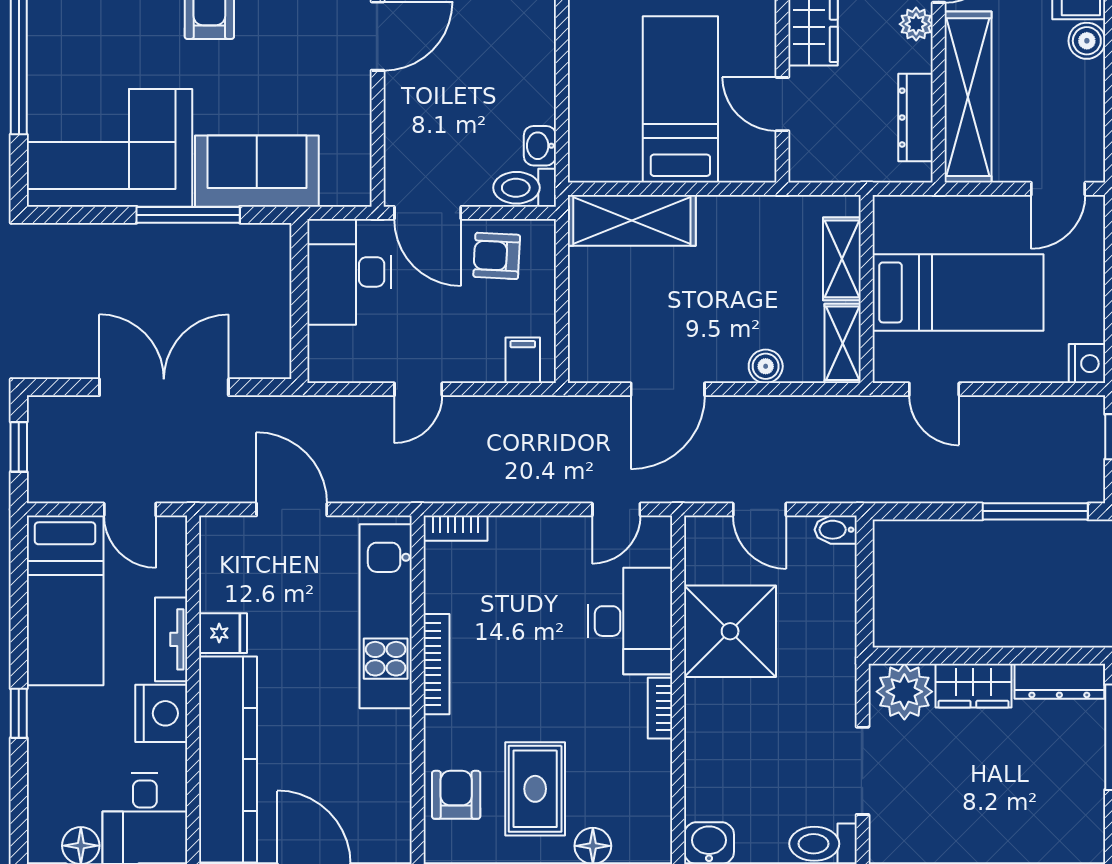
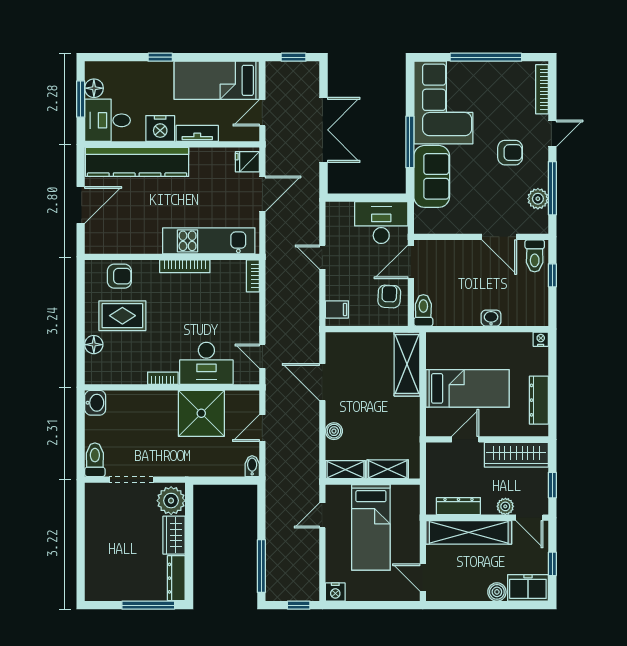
washbasin: (540, 146) -> (491, 318), moved
fridge: (223, 633) -> (247, 162), moved, turned 90

